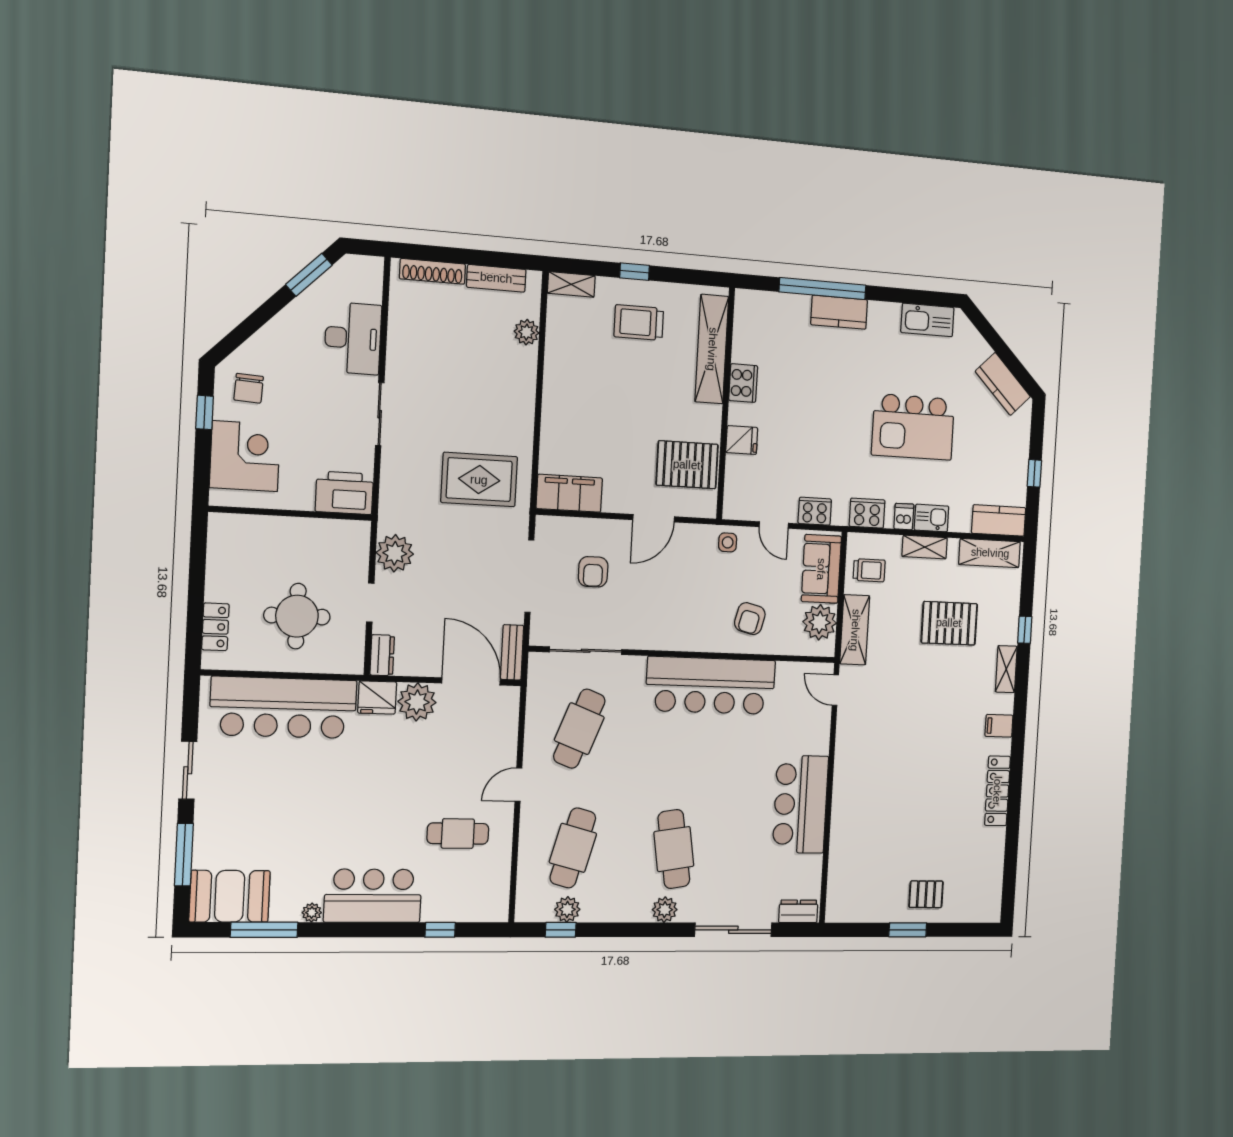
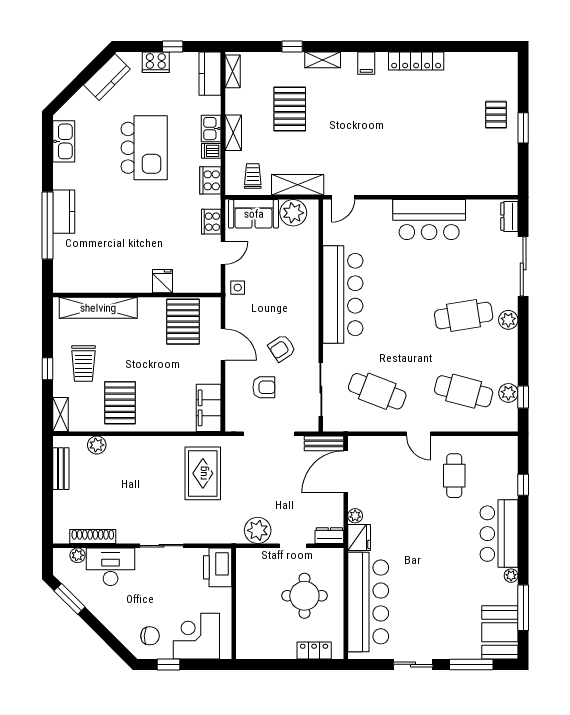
shoe rack: (432, 271) -> (93, 536), moved, turned -90
plant: (372, 292) -> (78, 555), added
pallet: (583, 370) -> (120, 403), added
cooker: (743, 383) -> (156, 62), moved, turned 180
shelving: (990, 553) -> (233, 71), width x0.67, depth x0.75
armchair: (750, 619) -> (282, 348), moved, turned 132
plant: (417, 702) -> (355, 516), width x0.53, depth x0.53

